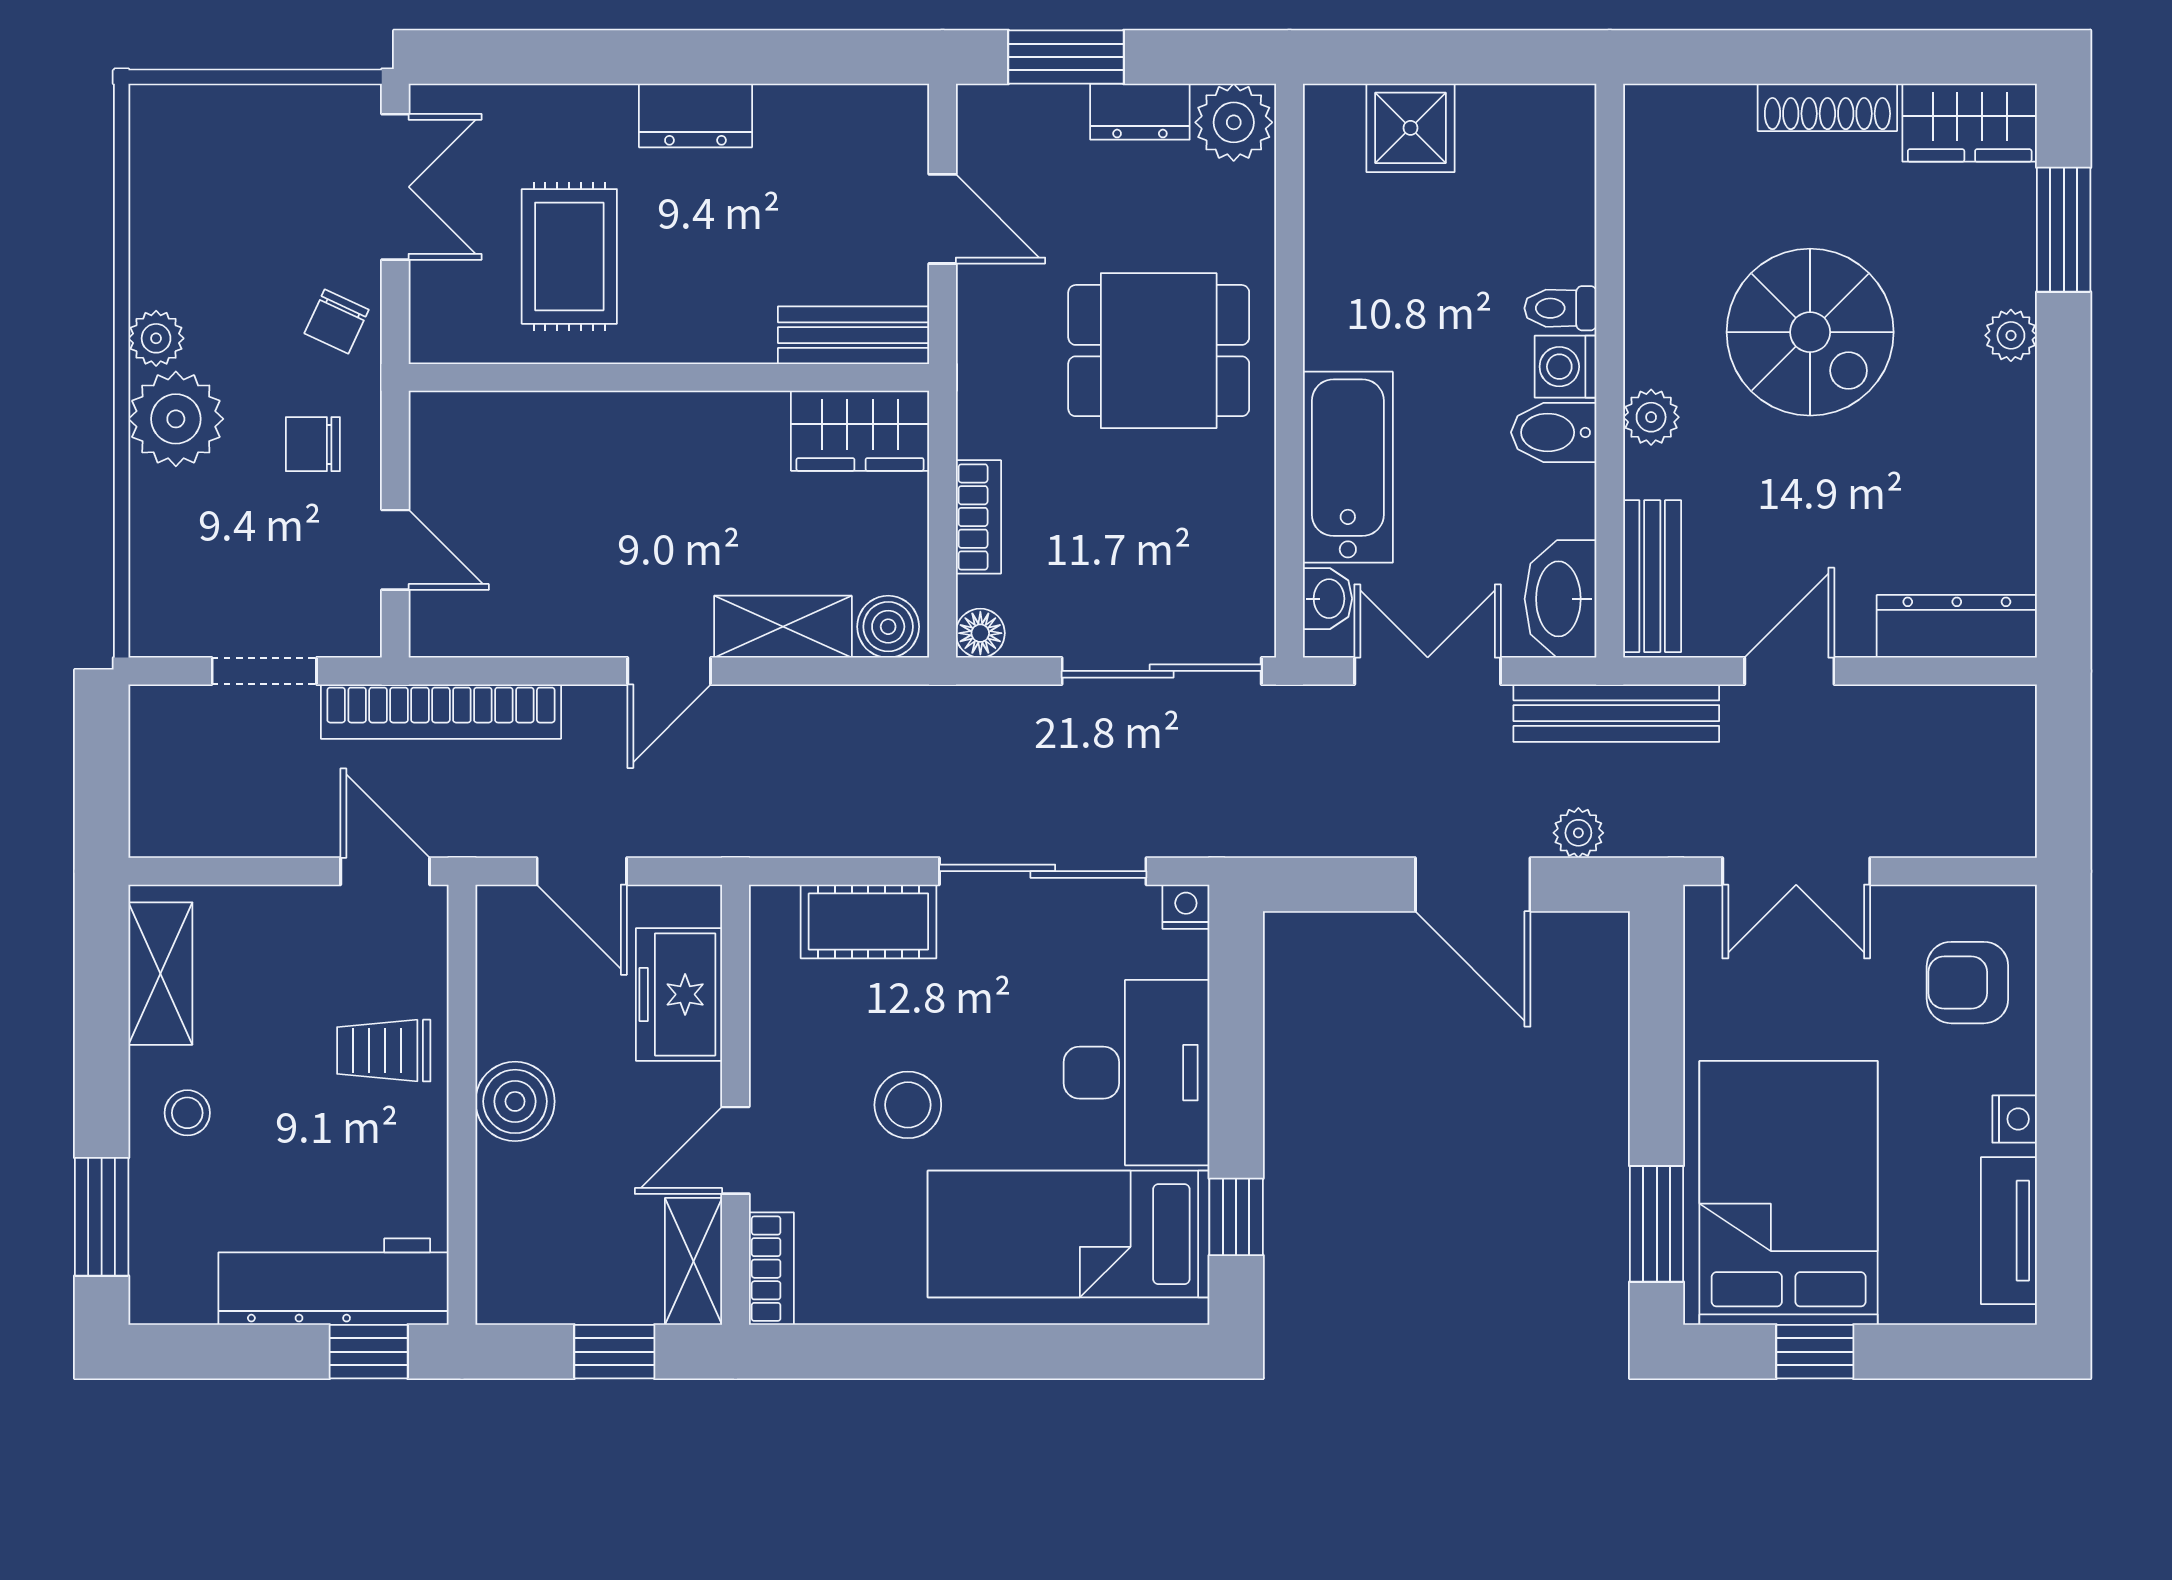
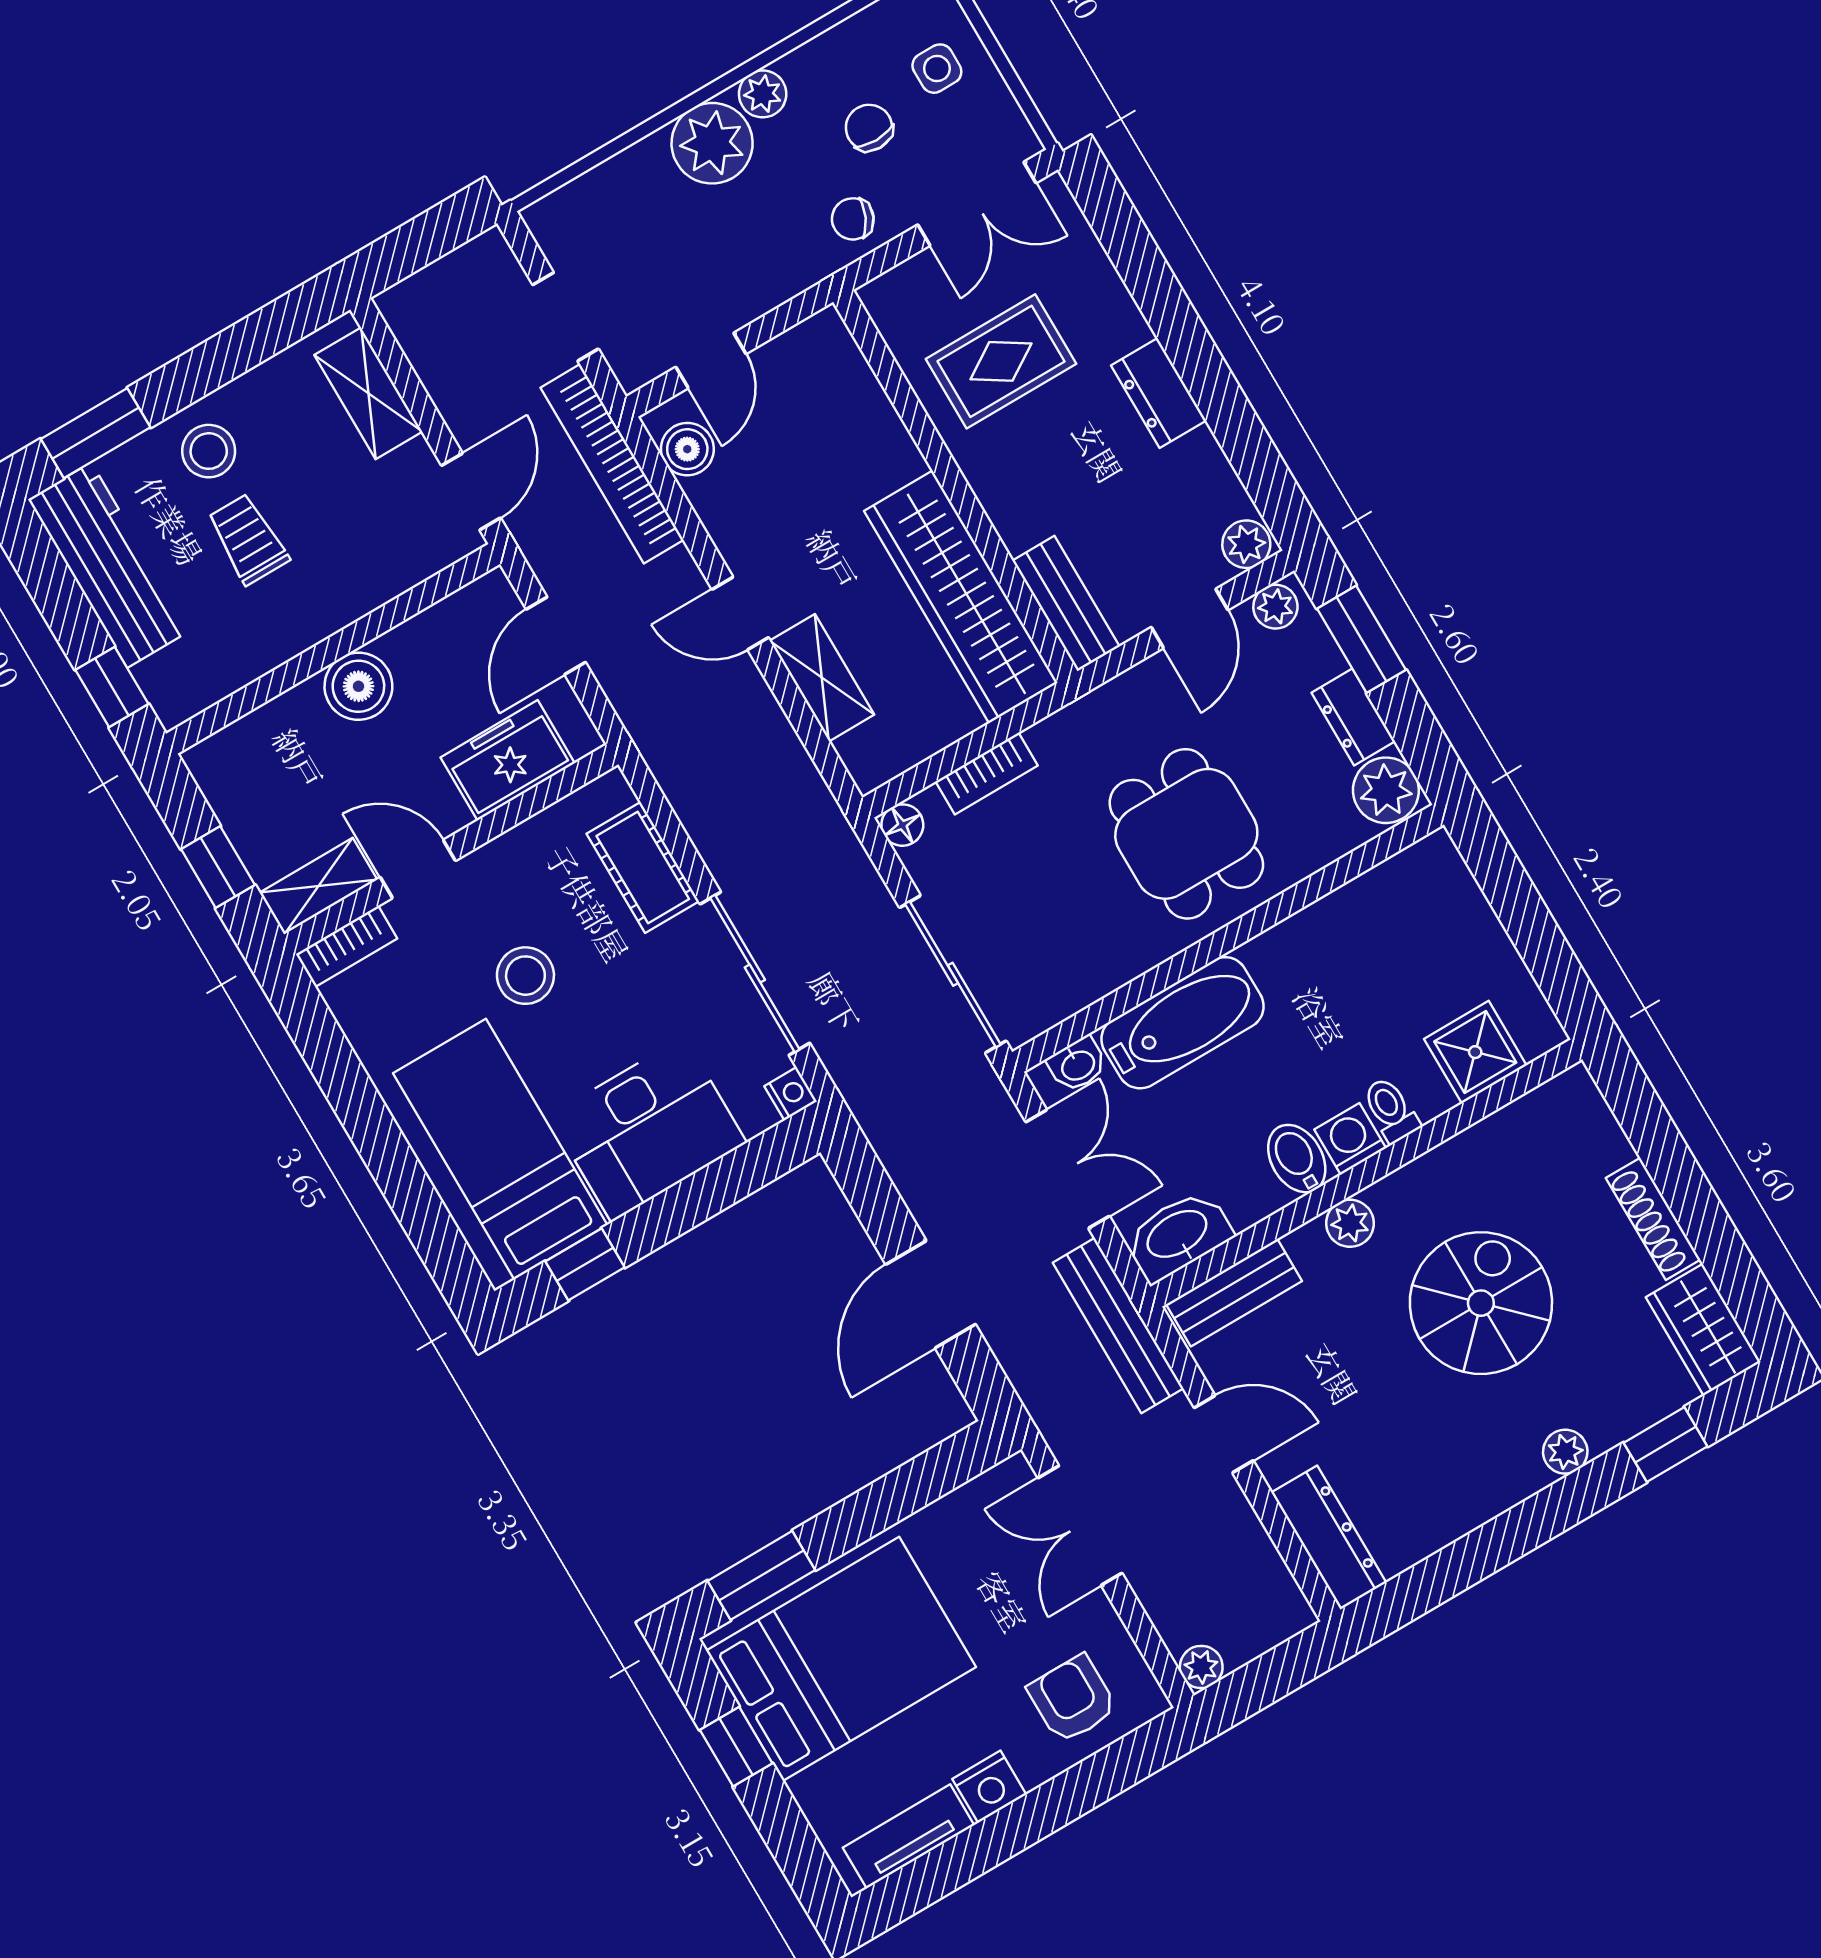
plant: (901, 117) -> (1246, 544), added
plant: (982, 125) -> (1275, 607), added
shower: (1411, 128) -> (1475, 1052), moved
side table: (234, 146) -> (937, 69), added
window: (2064, 230) -> (1666, 1445), width x0.67
spiral stairs: (1810, 332) -> (1481, 1303), turned 180
wardrobe: (860, 431) -> (961, 597), width x2.10, depth x1.17
chair: (313, 444) -> (869, 128), moved
boiler: (888, 627) -> (687, 449), moved
plant: (1578, 833) -> (1201, 1667), moved
shelving: (160, 974) -> (368, 393), moved, turned 90
trolley: (384, 1051) -> (248, 539), moved
stool: (187, 1113) -> (209, 451), width x1.37, depth x1.37
nightstand: (2015, 1119) -> (989, 1787), width x1.39, depth x1.35
workbench: (334, 1282) -> (109, 565), moved

